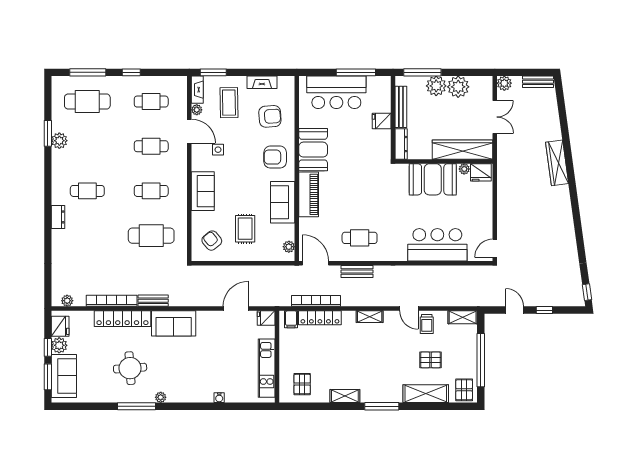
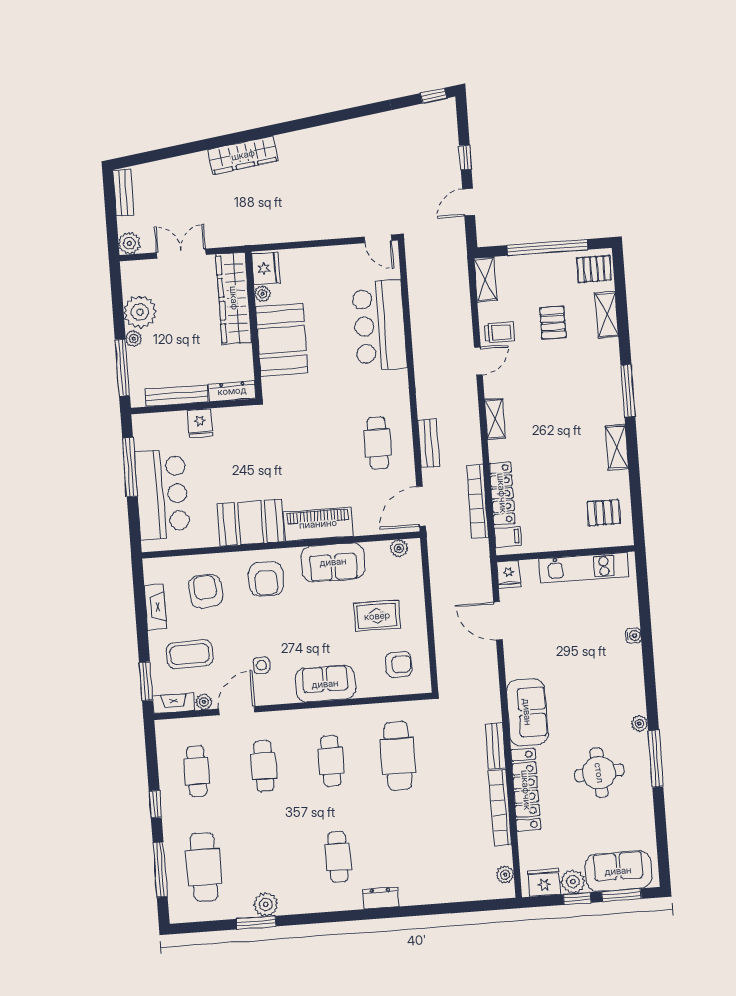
plant: (436, 86) -> (134, 339), width x0.53, depth x0.53
armchair: (212, 241) -> (398, 664), turned -140
shelving: (426, 394) -> (607, 315), width x0.67, depth x0.75

